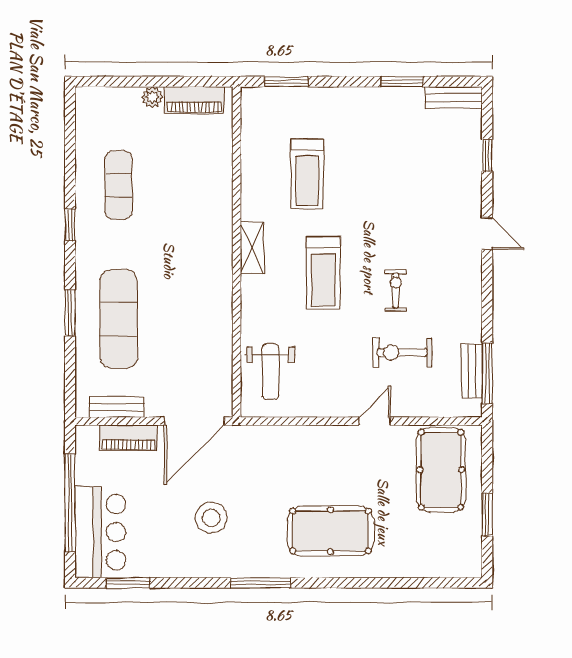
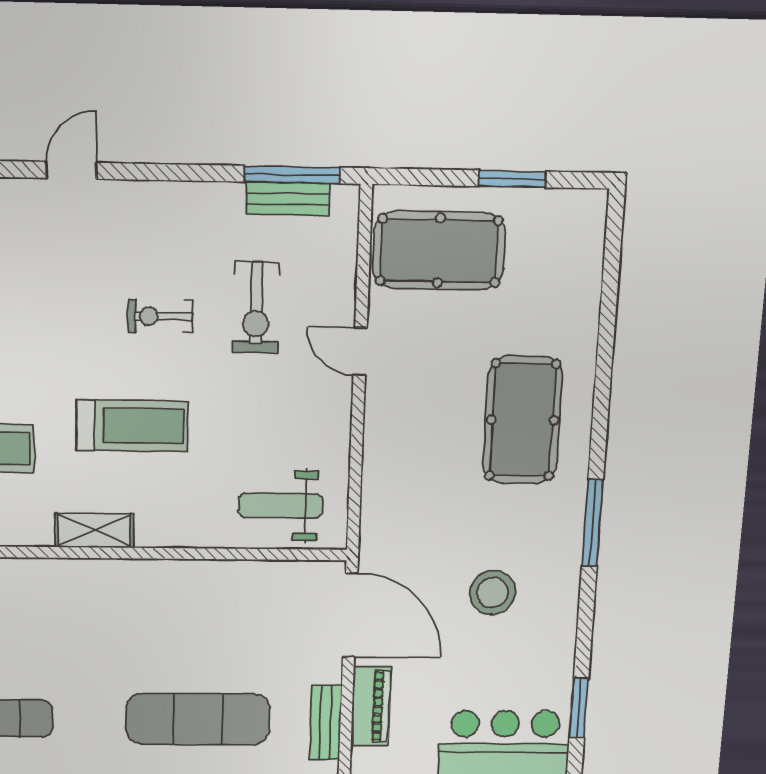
weight bench: (270, 372) -> (280, 506), turned 180

